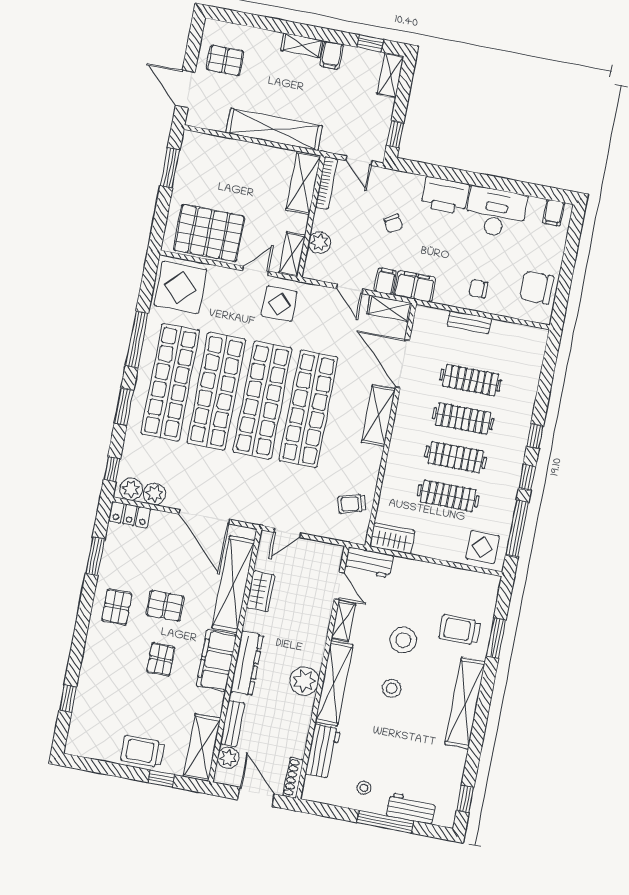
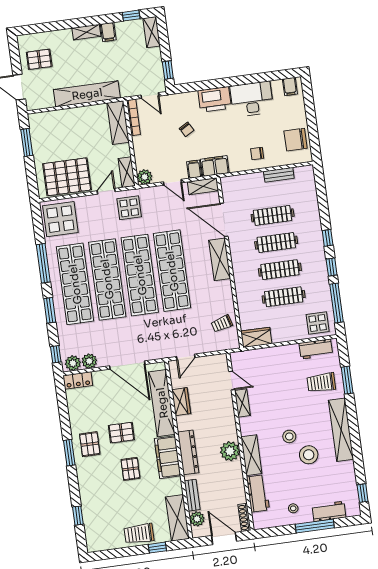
plant: (319, 243) -> (145, 177), moved
bench: (469, 322) -> (279, 175), moved
window: (95, 556) -> (69, 453), moved
workbench: (369, 562) -> (316, 349), moved
stool: (403, 640) -> (309, 455), moved
shelving: (334, 683) -> (251, 455), width x0.68

